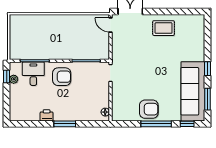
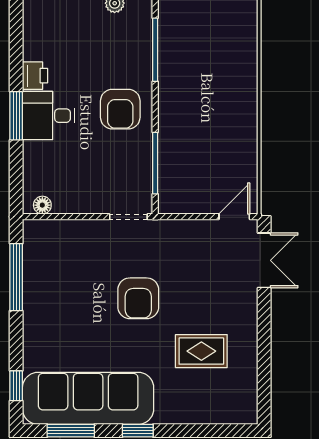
rug: (164, 28) -> (201, 351), moved, turned 90
desk: (33, 74) -> (48, 116), moved, turned 180
armchair: (149, 109) -> (138, 298), moved
window: (156, 124) -> (16, 277), moved

